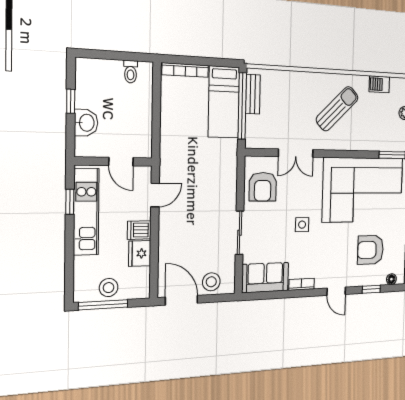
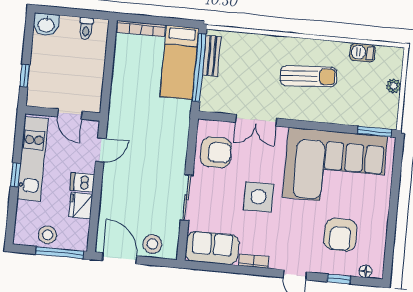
window: (71, 101) -> (25, 76), moved
sun lounger: (337, 109) -> (308, 76), turned 40
washbasin: (86, 123) -> (46, 25), moved, turned 90
armchair: (263, 187) -> (216, 152), turned -90
window: (70, 202) -> (15, 175), moved
side table: (302, 225) -> (259, 197), width x1.87, depth x1.87
armchair: (370, 250) -> (340, 235), turned -90
window: (103, 305) -> (60, 253), moved

